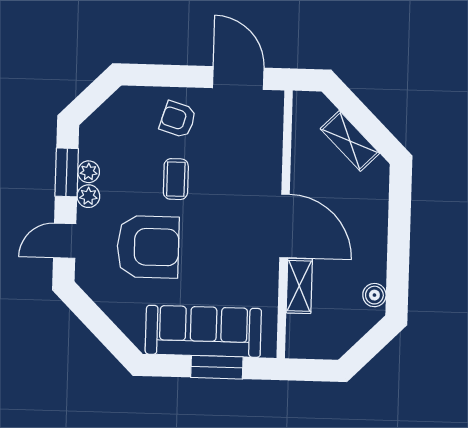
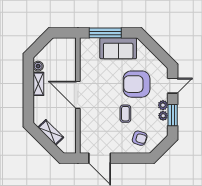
armchair: (178, 119) -> (140, 138), moved
shelving: (299, 286) -> (38, 84), moved
sofa: (203, 331) -> (118, 48), width x0.73
window: (217, 367) -> (105, 33), width x1.44

